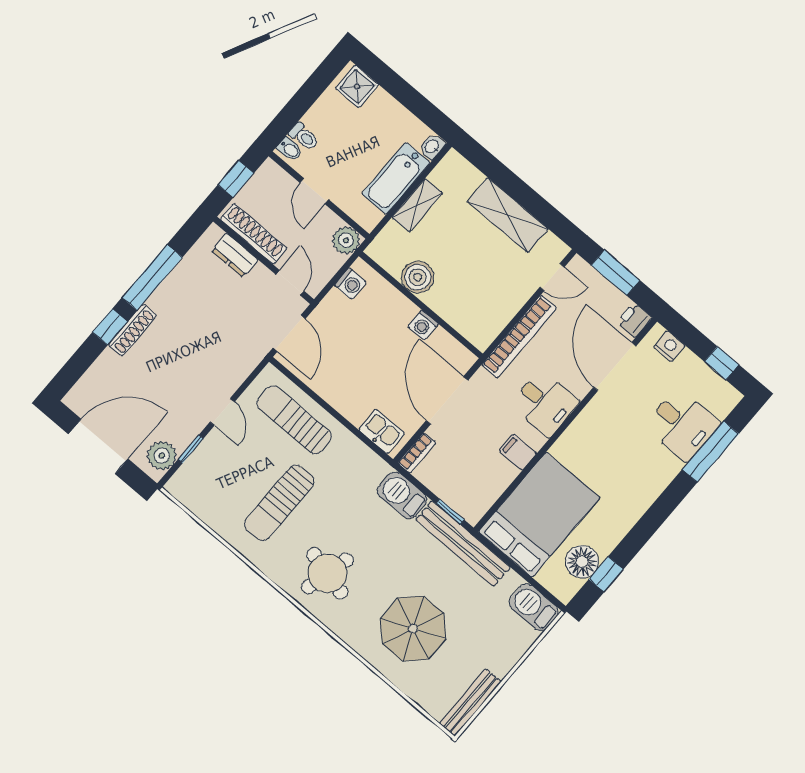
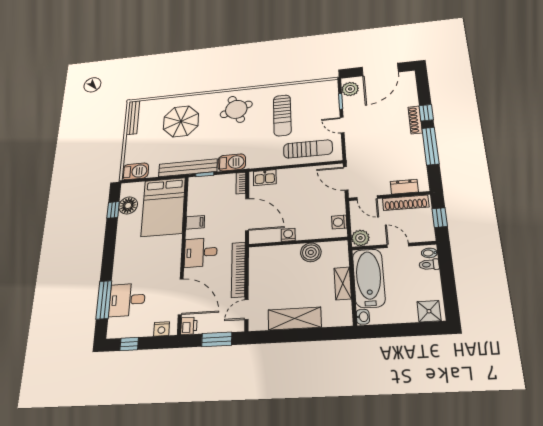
bathtub: (396, 178) -> (369, 278), width x1.36, depth x1.36
sun lounger: (279, 503) -> (282, 115), turned 180
round table: (327, 573) -> (236, 109), turned -34

